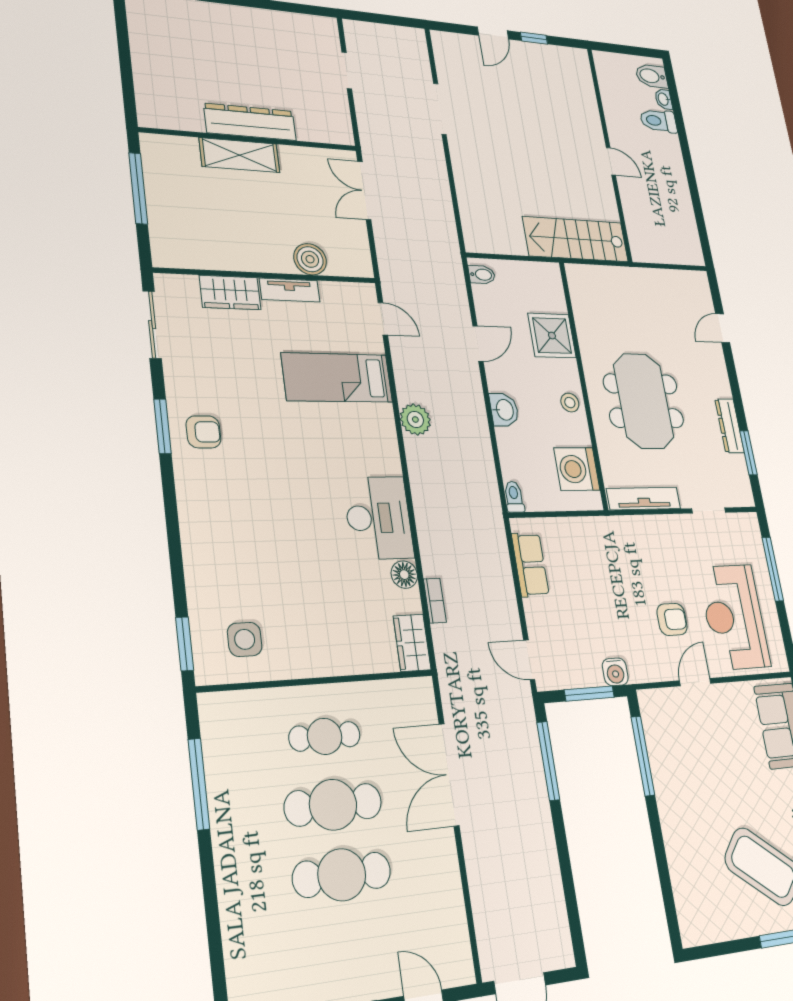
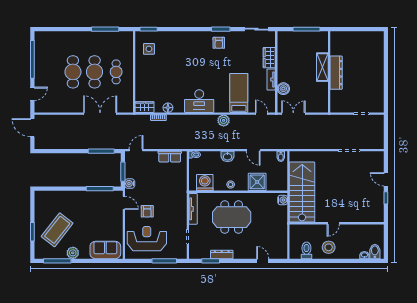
toilet: (659, 121) -> (306, 250), moved
stool: (664, 176) -> (329, 247), added
double door: (364, 191) -> (293, 114), moved
stairs: (576, 239) -> (302, 192), width x1.36, depth x1.51
water cooler: (582, 275) -> (283, 200), added
door: (383, 319) -> (261, 114), swing flipped
desk: (378, 518) -> (199, 101), moved
door: (695, 682) -> (124, 203), moved

